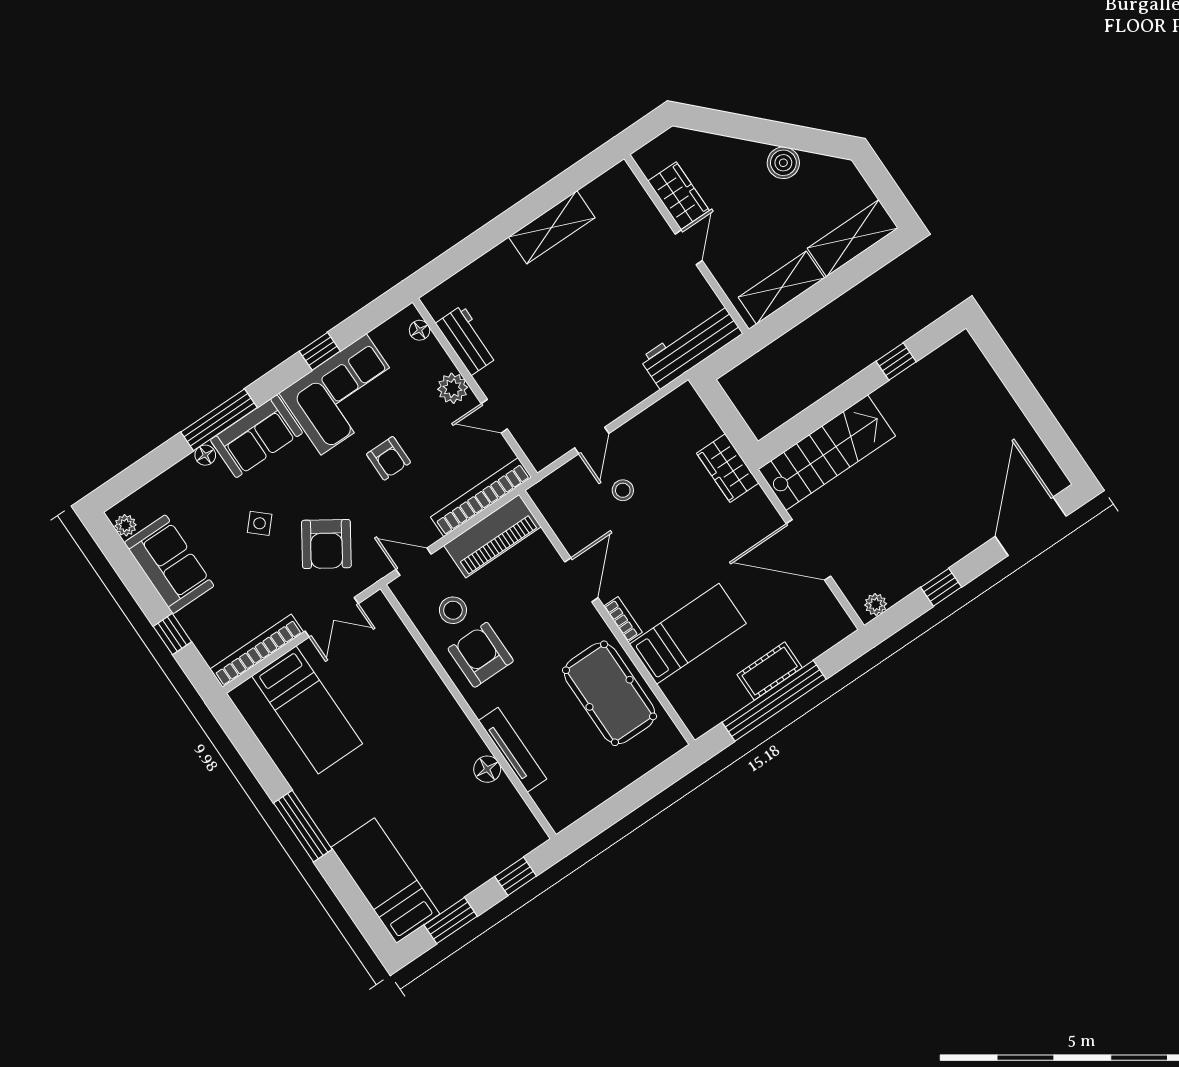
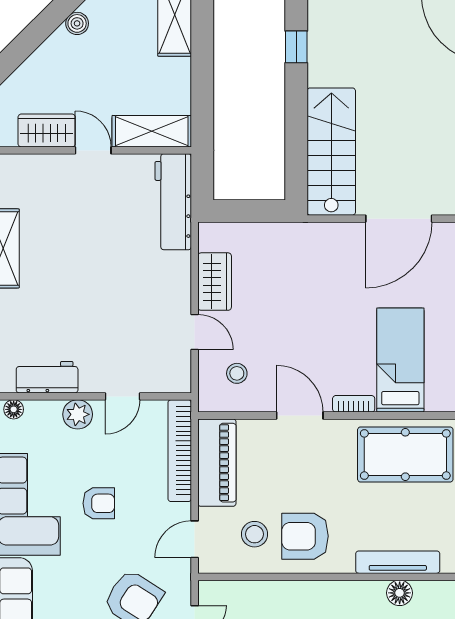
boiler: (783, 163) -> (77, 23), width x0.73, depth x0.73
shelving: (781, 288) -> (152, 131), moved, turned 90
wardrobe: (728, 468) -> (215, 282), moved, turned -90
stool: (623, 490) -> (237, 373), moved

